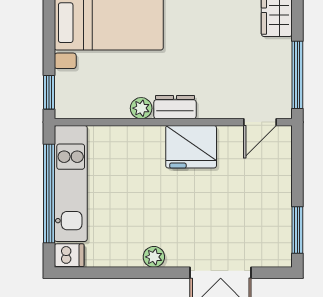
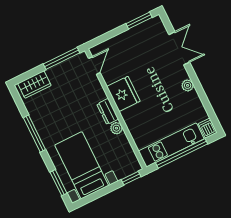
door: (260, 122) -> (94, 65), hinge flipped

